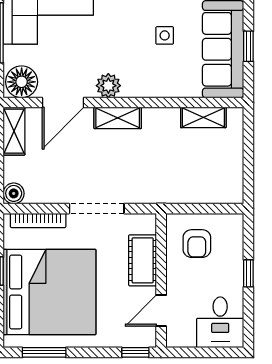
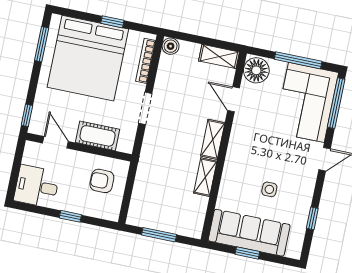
plant: (108, 86) -> (239, 137), removed
door: (63, 102) -> (233, 99), width x0.73
shelving: (203, 117) -> (205, 177), moved
window: (248, 159) -> (159, 235), added
doorway: (97, 209) -> (145, 108), width x0.73

